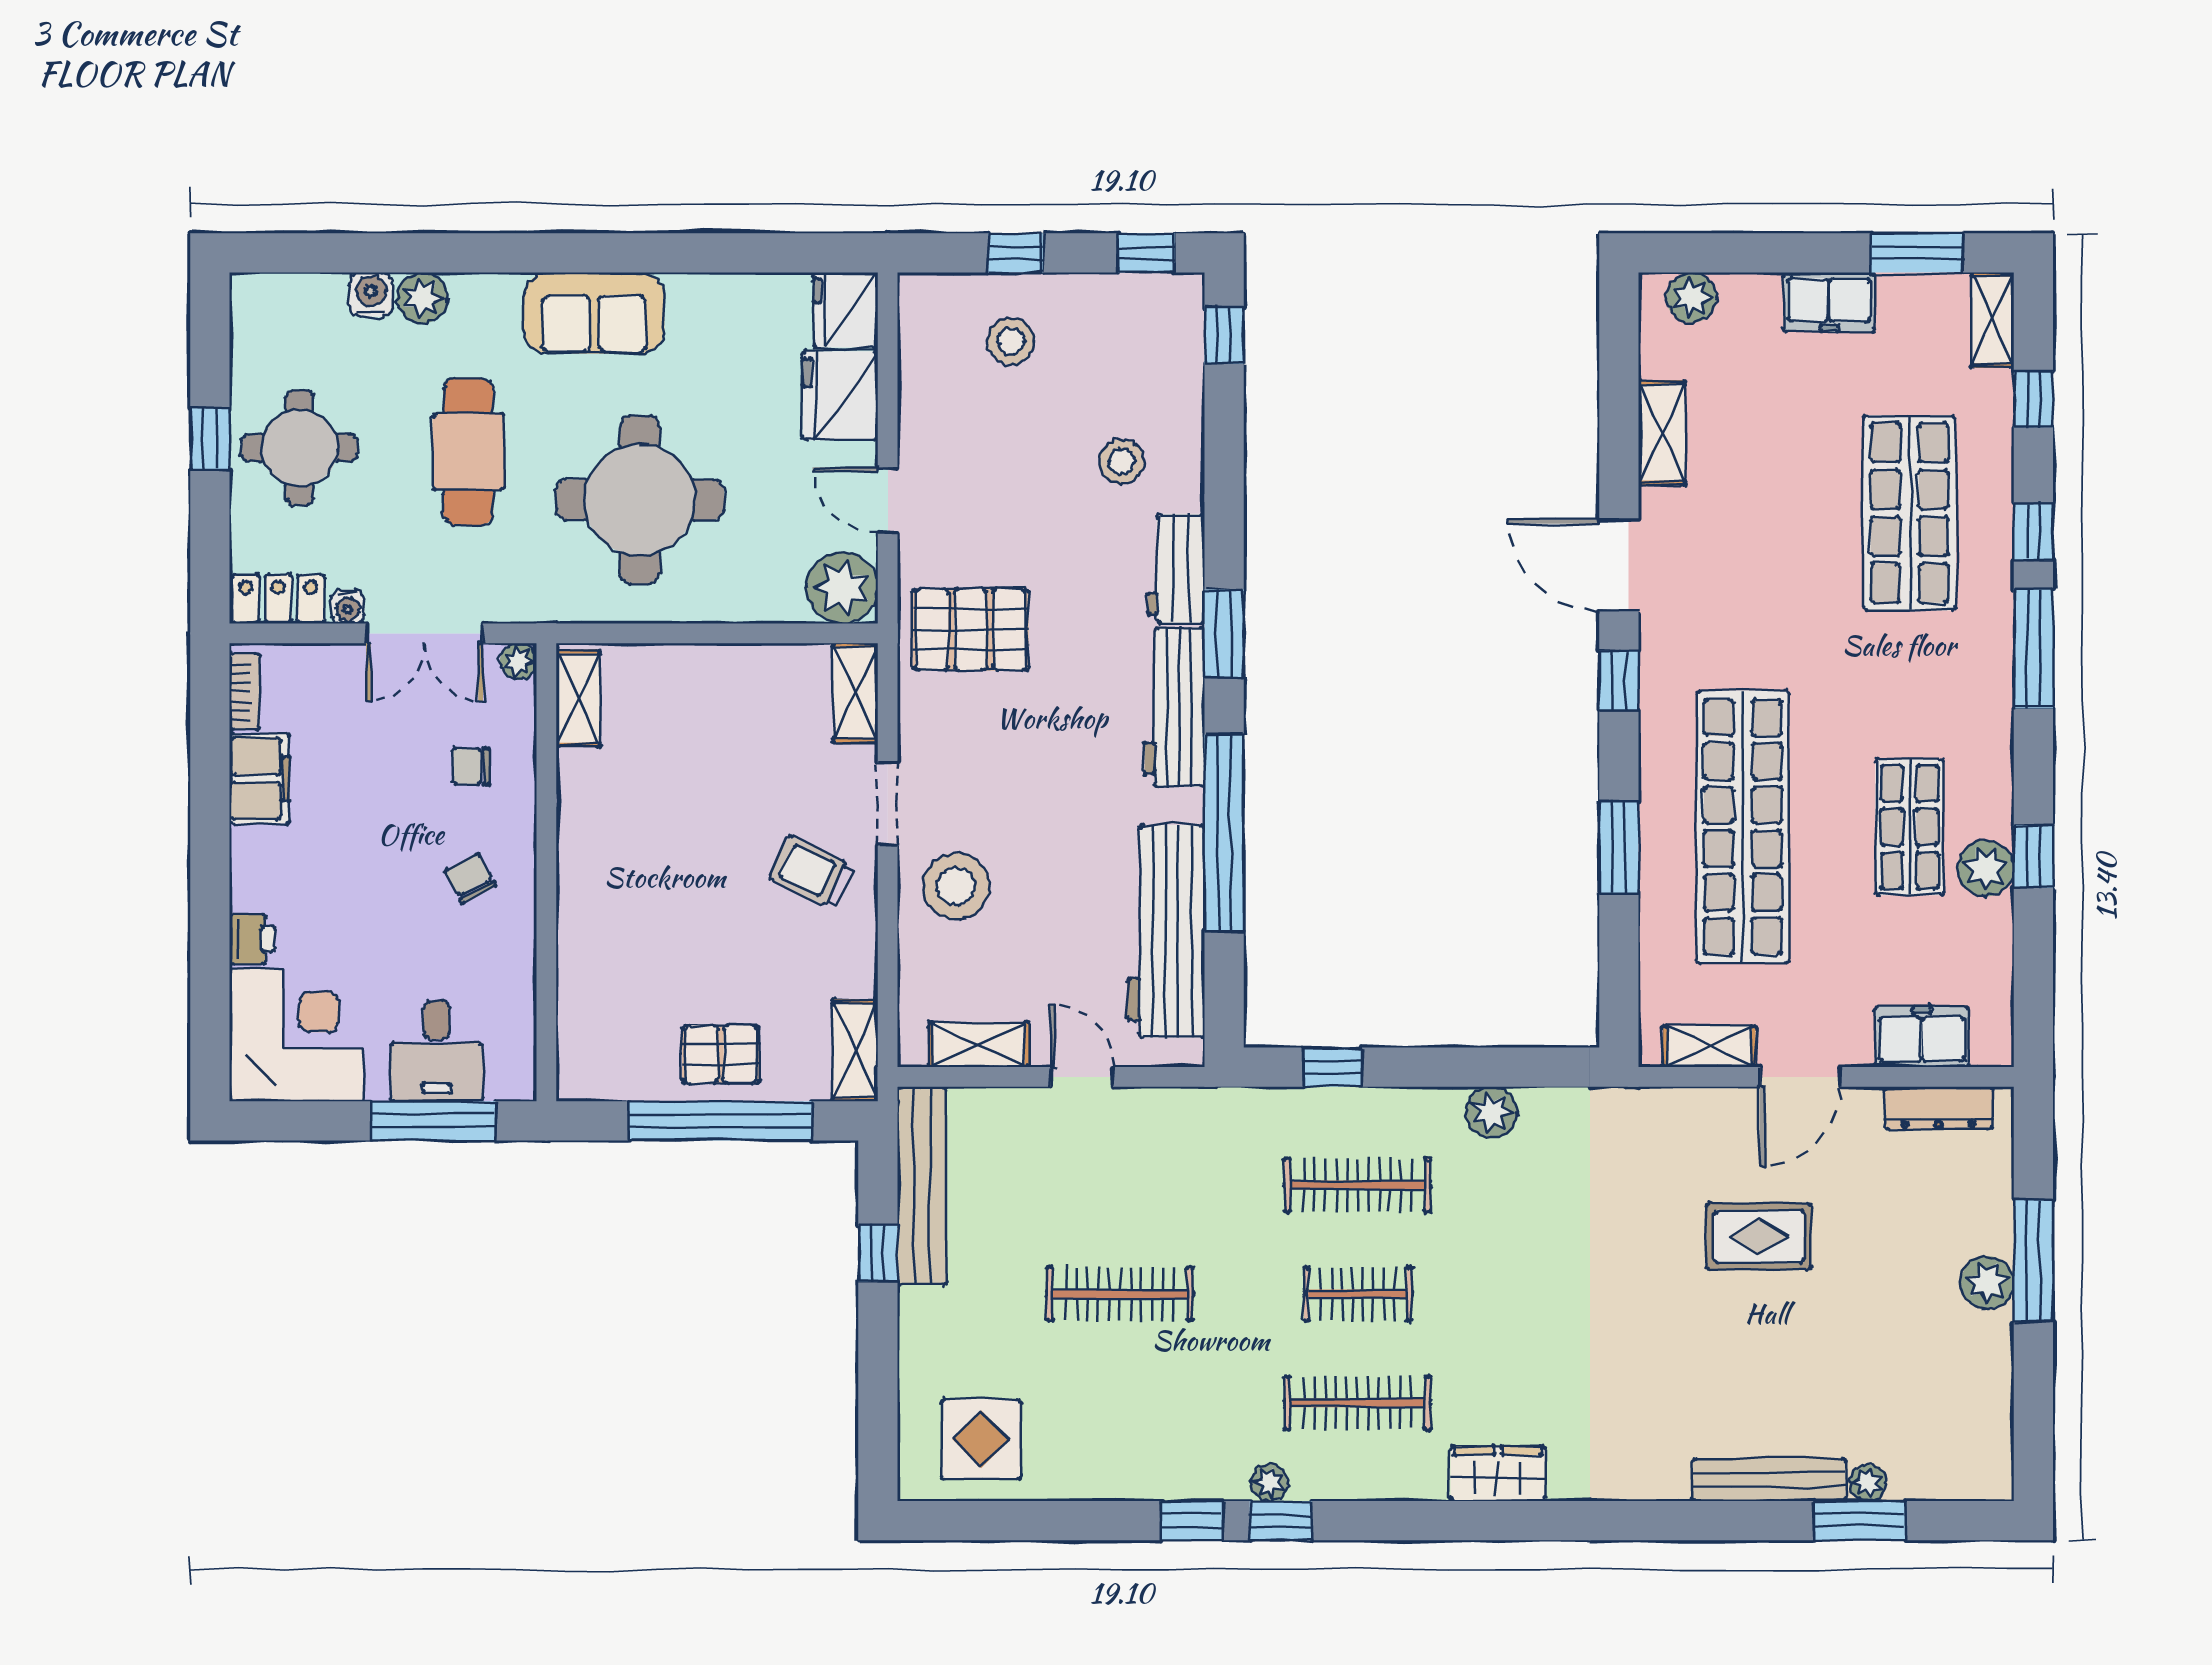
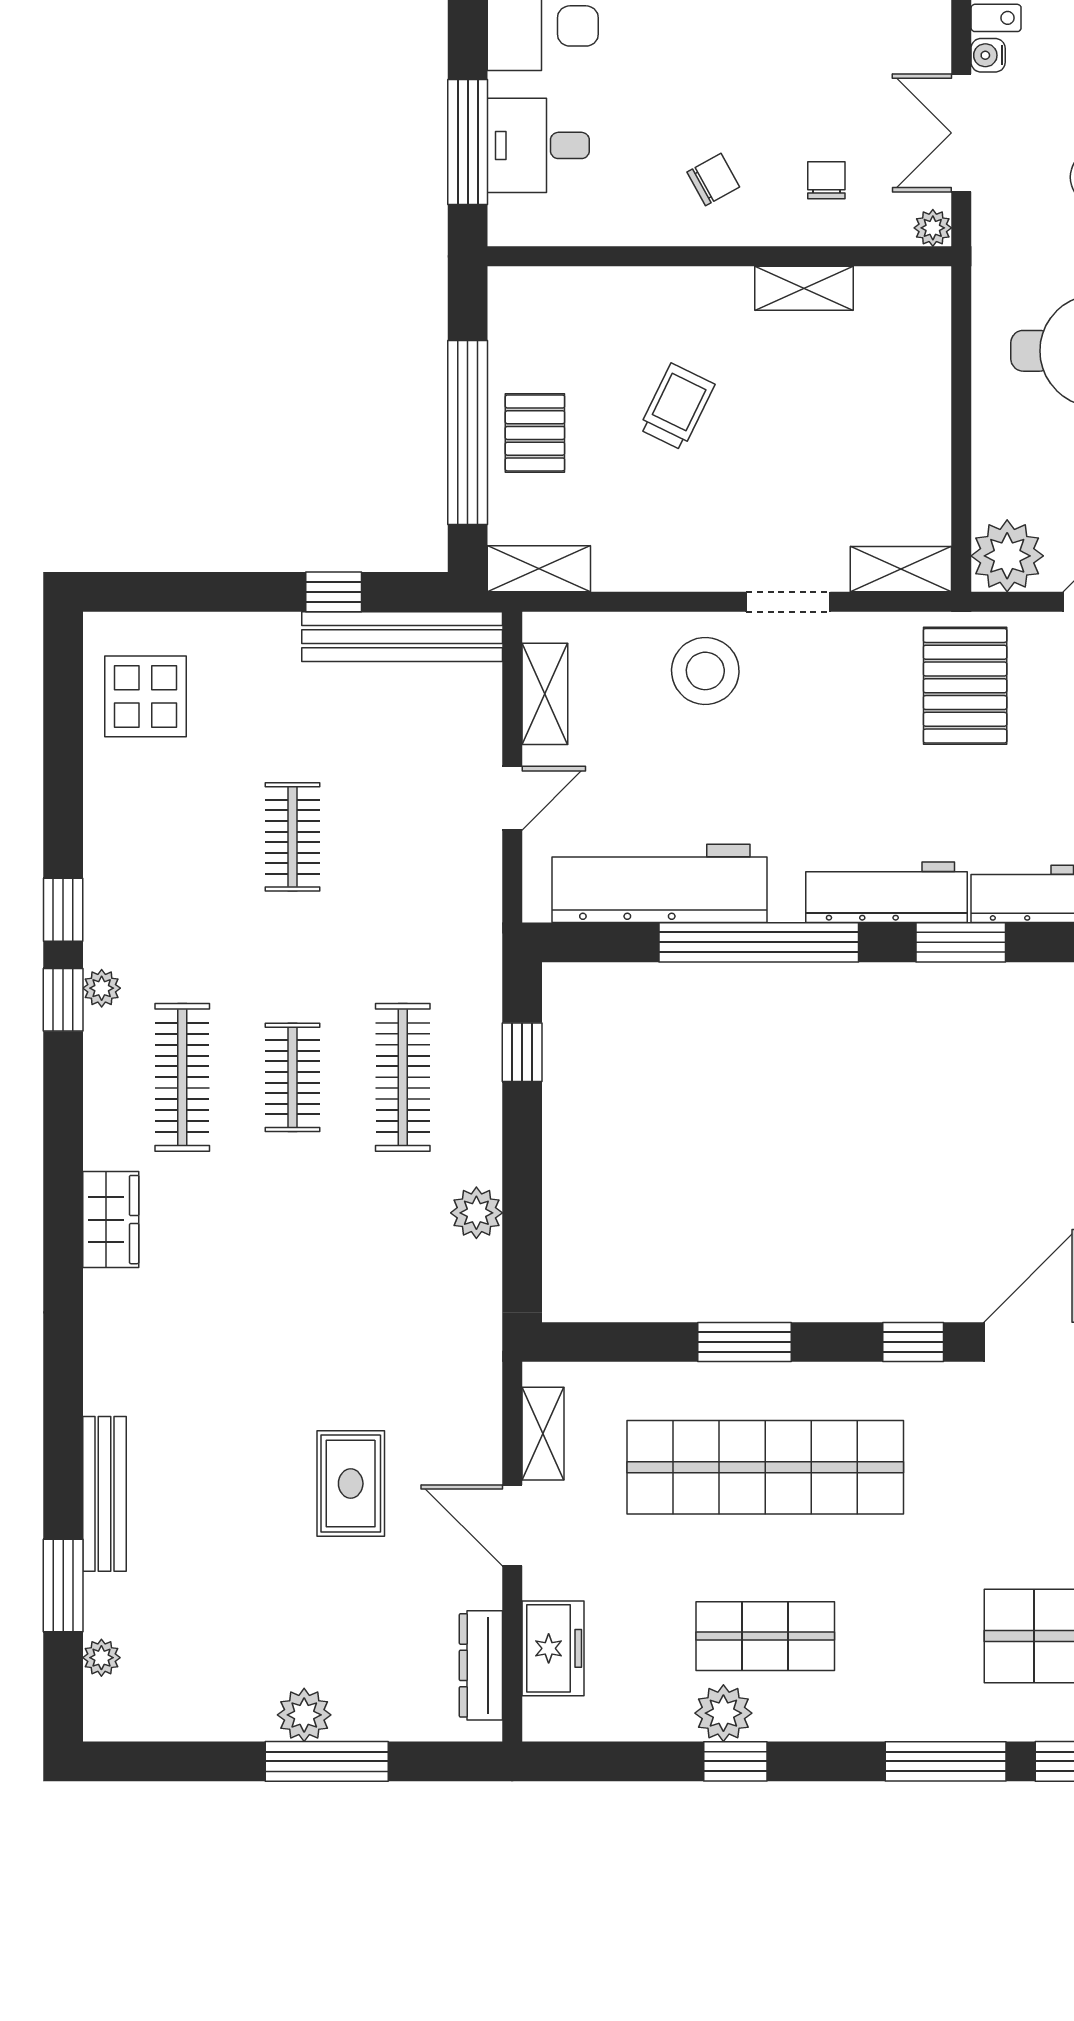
shelving: (578, 698) -> (804, 288), moved
trolley: (812, 873) -> (677, 407), moved
clothes rail: (1120, 1294) -> (293, 837), width x0.73
plant: (1868, 1483) -> (101, 1658), moved

